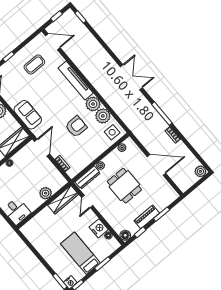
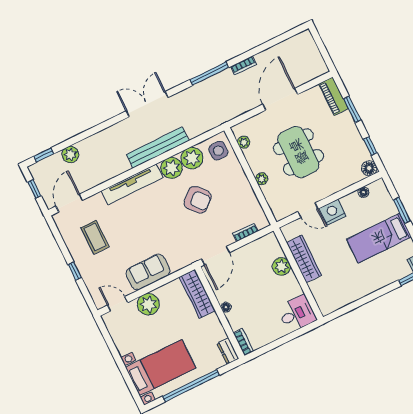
bench: (104, 91) -> (158, 148), added
sofa: (28, 115) -> (148, 272), moved
armchair: (76, 127) -> (198, 200), turned 138
door: (42, 148) -> (216, 256), swing flipped
plant: (200, 171) -> (70, 155), moved
dresser: (88, 177) -> (274, 201), removed
dining table: (124, 186) -> (298, 152), width x1.38
wardrobe: (63, 200) -> (304, 259), moved
piano: (147, 217) -> (333, 96), moved
nightstand: (99, 228) -> (333, 212), moved

